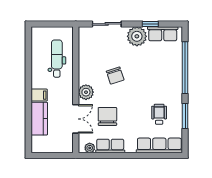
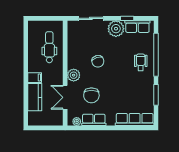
wheelchair: (159, 114) -> (141, 62), moved
chair: (107, 116) -> (91, 95), turned 180
double door: (76, 119) -> (65, 97), swing flipped

